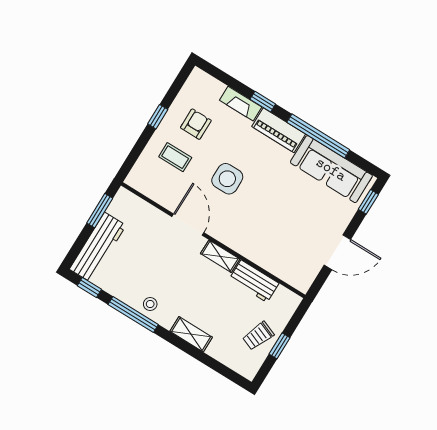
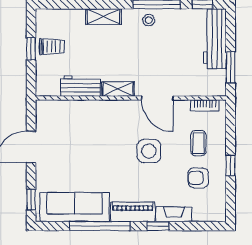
armchair: (196, 124) -> (198, 178), turned 90
coffee table: (175, 157) -> (198, 143), turned 90
bookcase: (147, 189) -> (205, 105), added
trolley: (258, 336) -> (52, 47), turned 68

